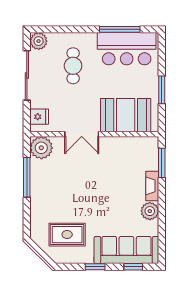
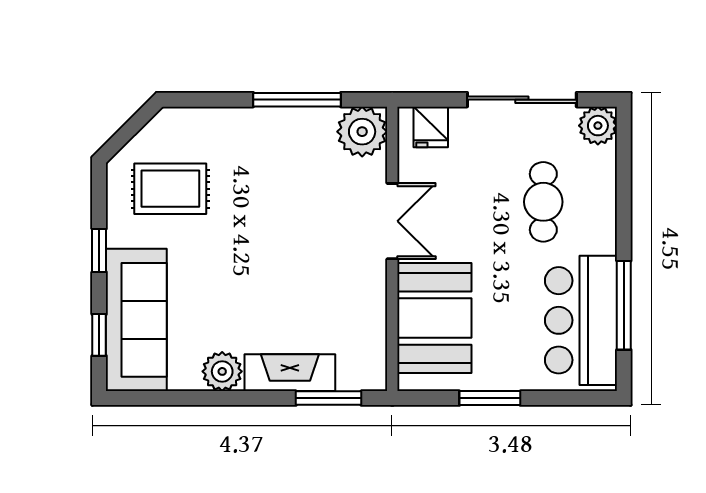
cafe table: (73, 66) -> (543, 202), turned 90
double door: (82, 134) -> (392, 221), swing flipped
fireplace: (152, 186) -> (290, 373), width x1.37, depth x1.32
rug: (67, 235) -> (170, 189), turned 90

